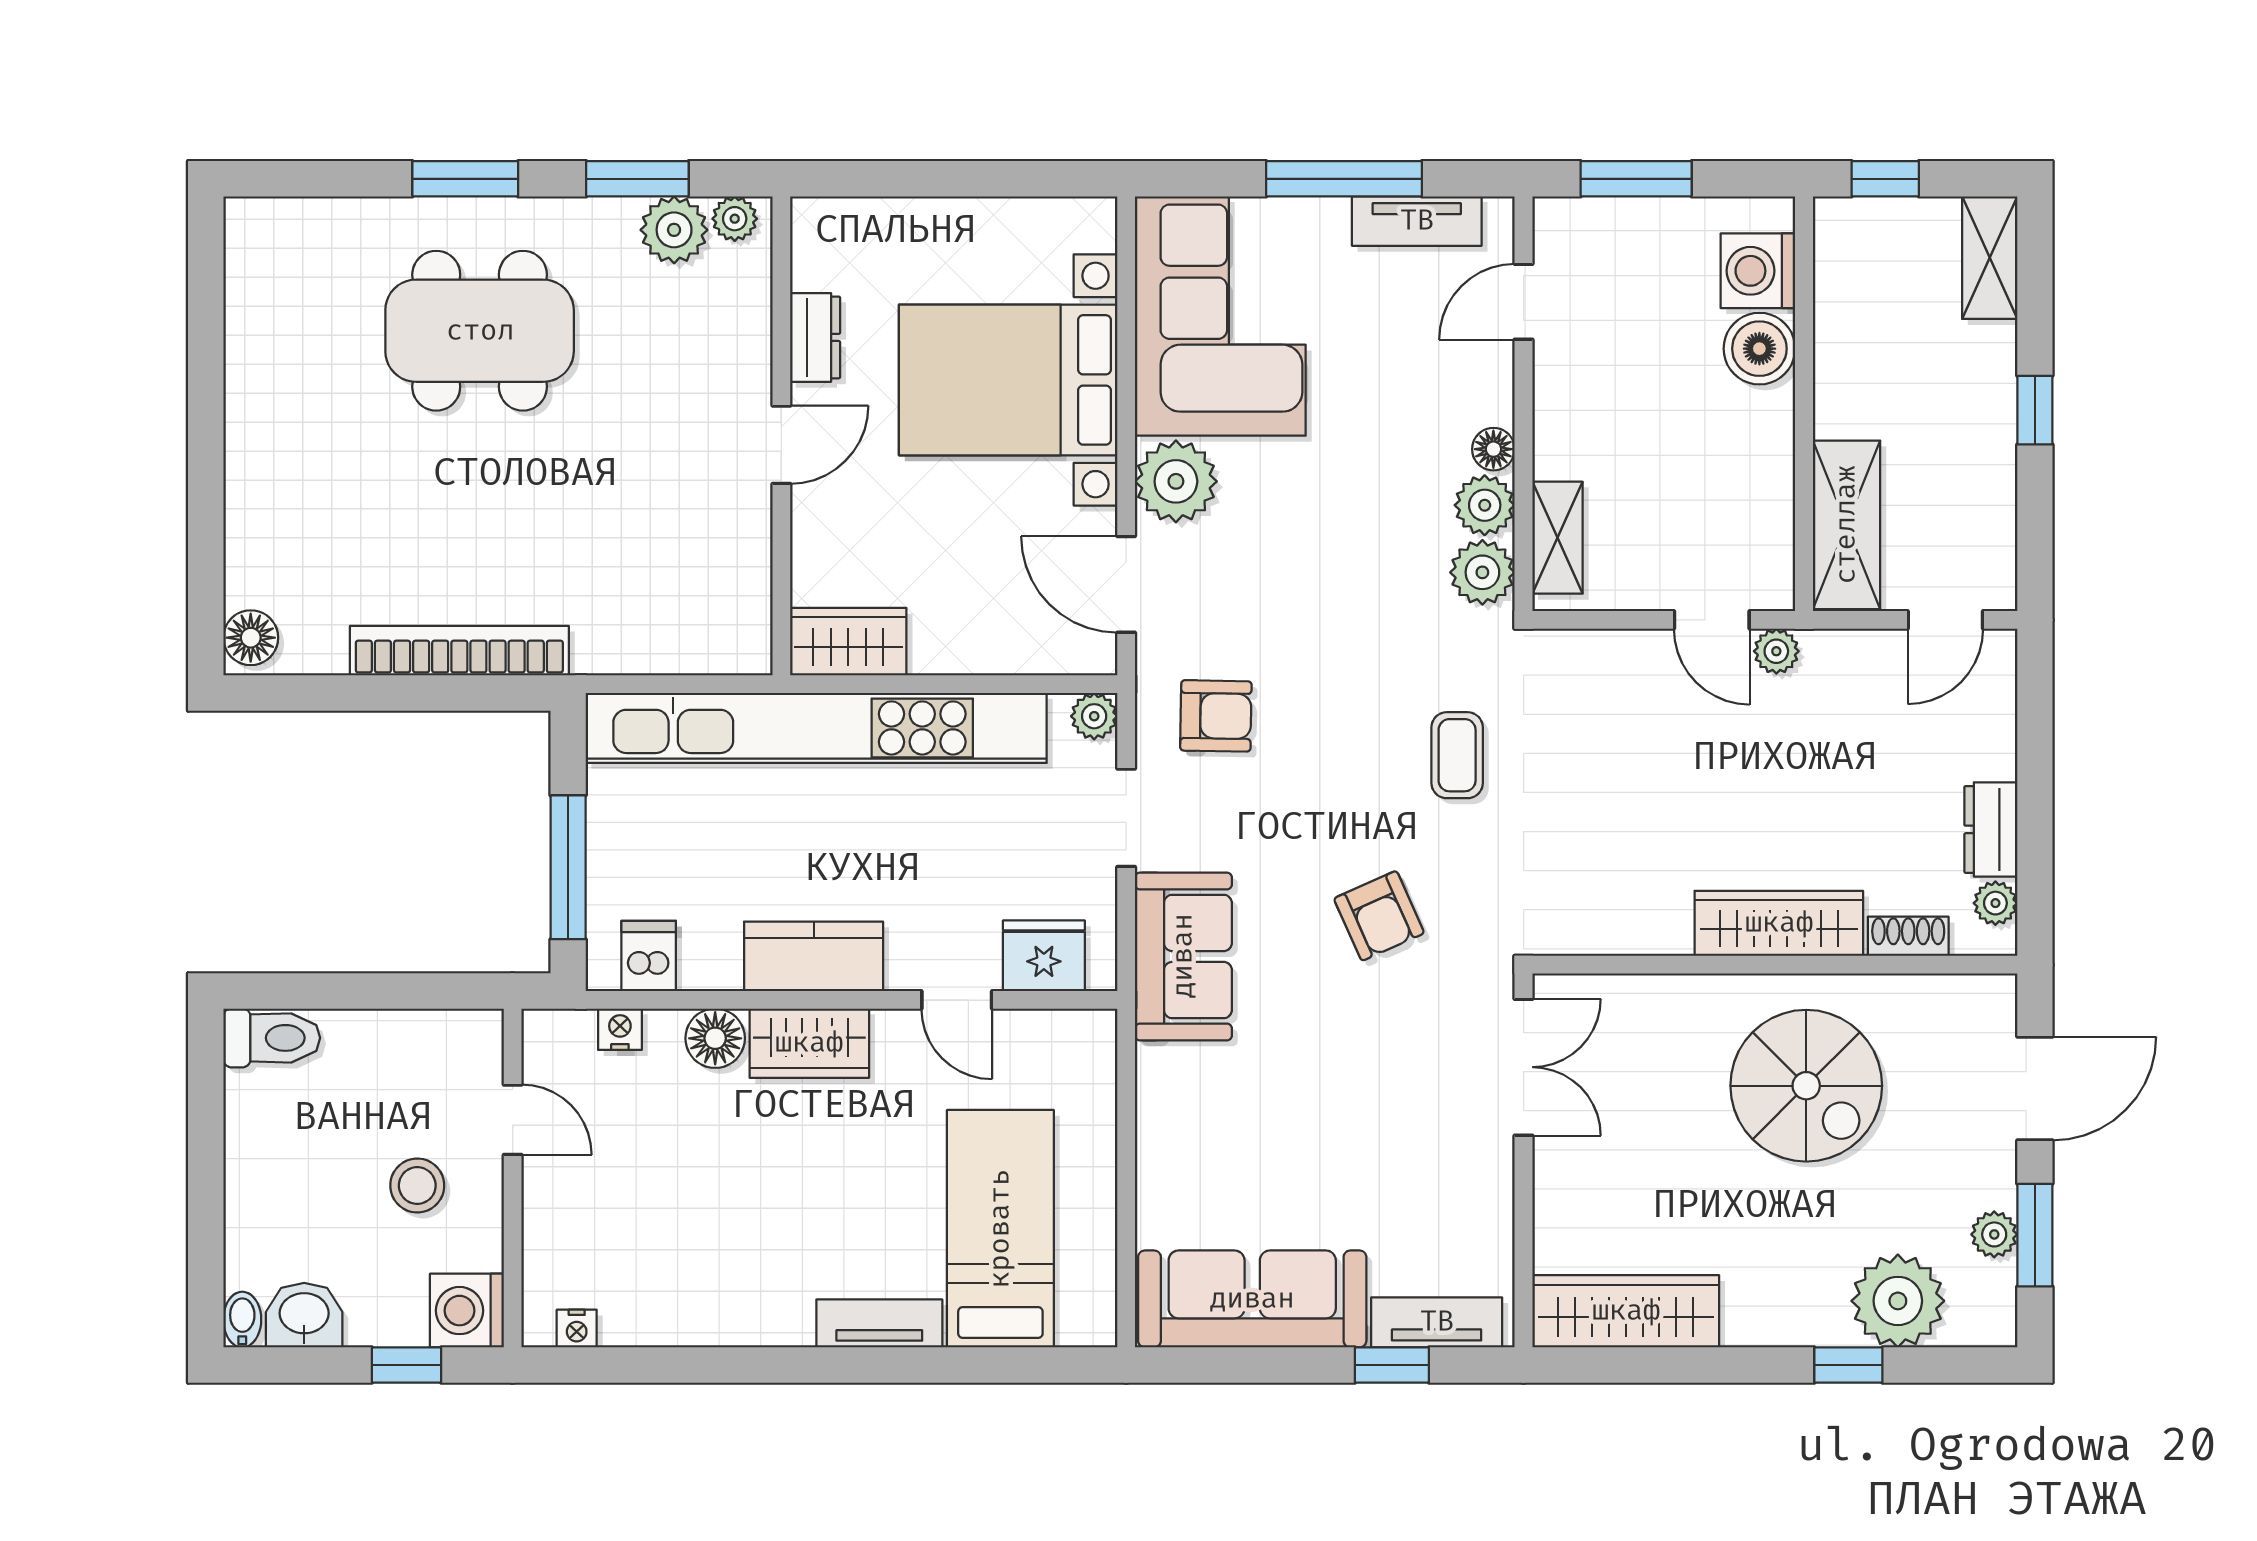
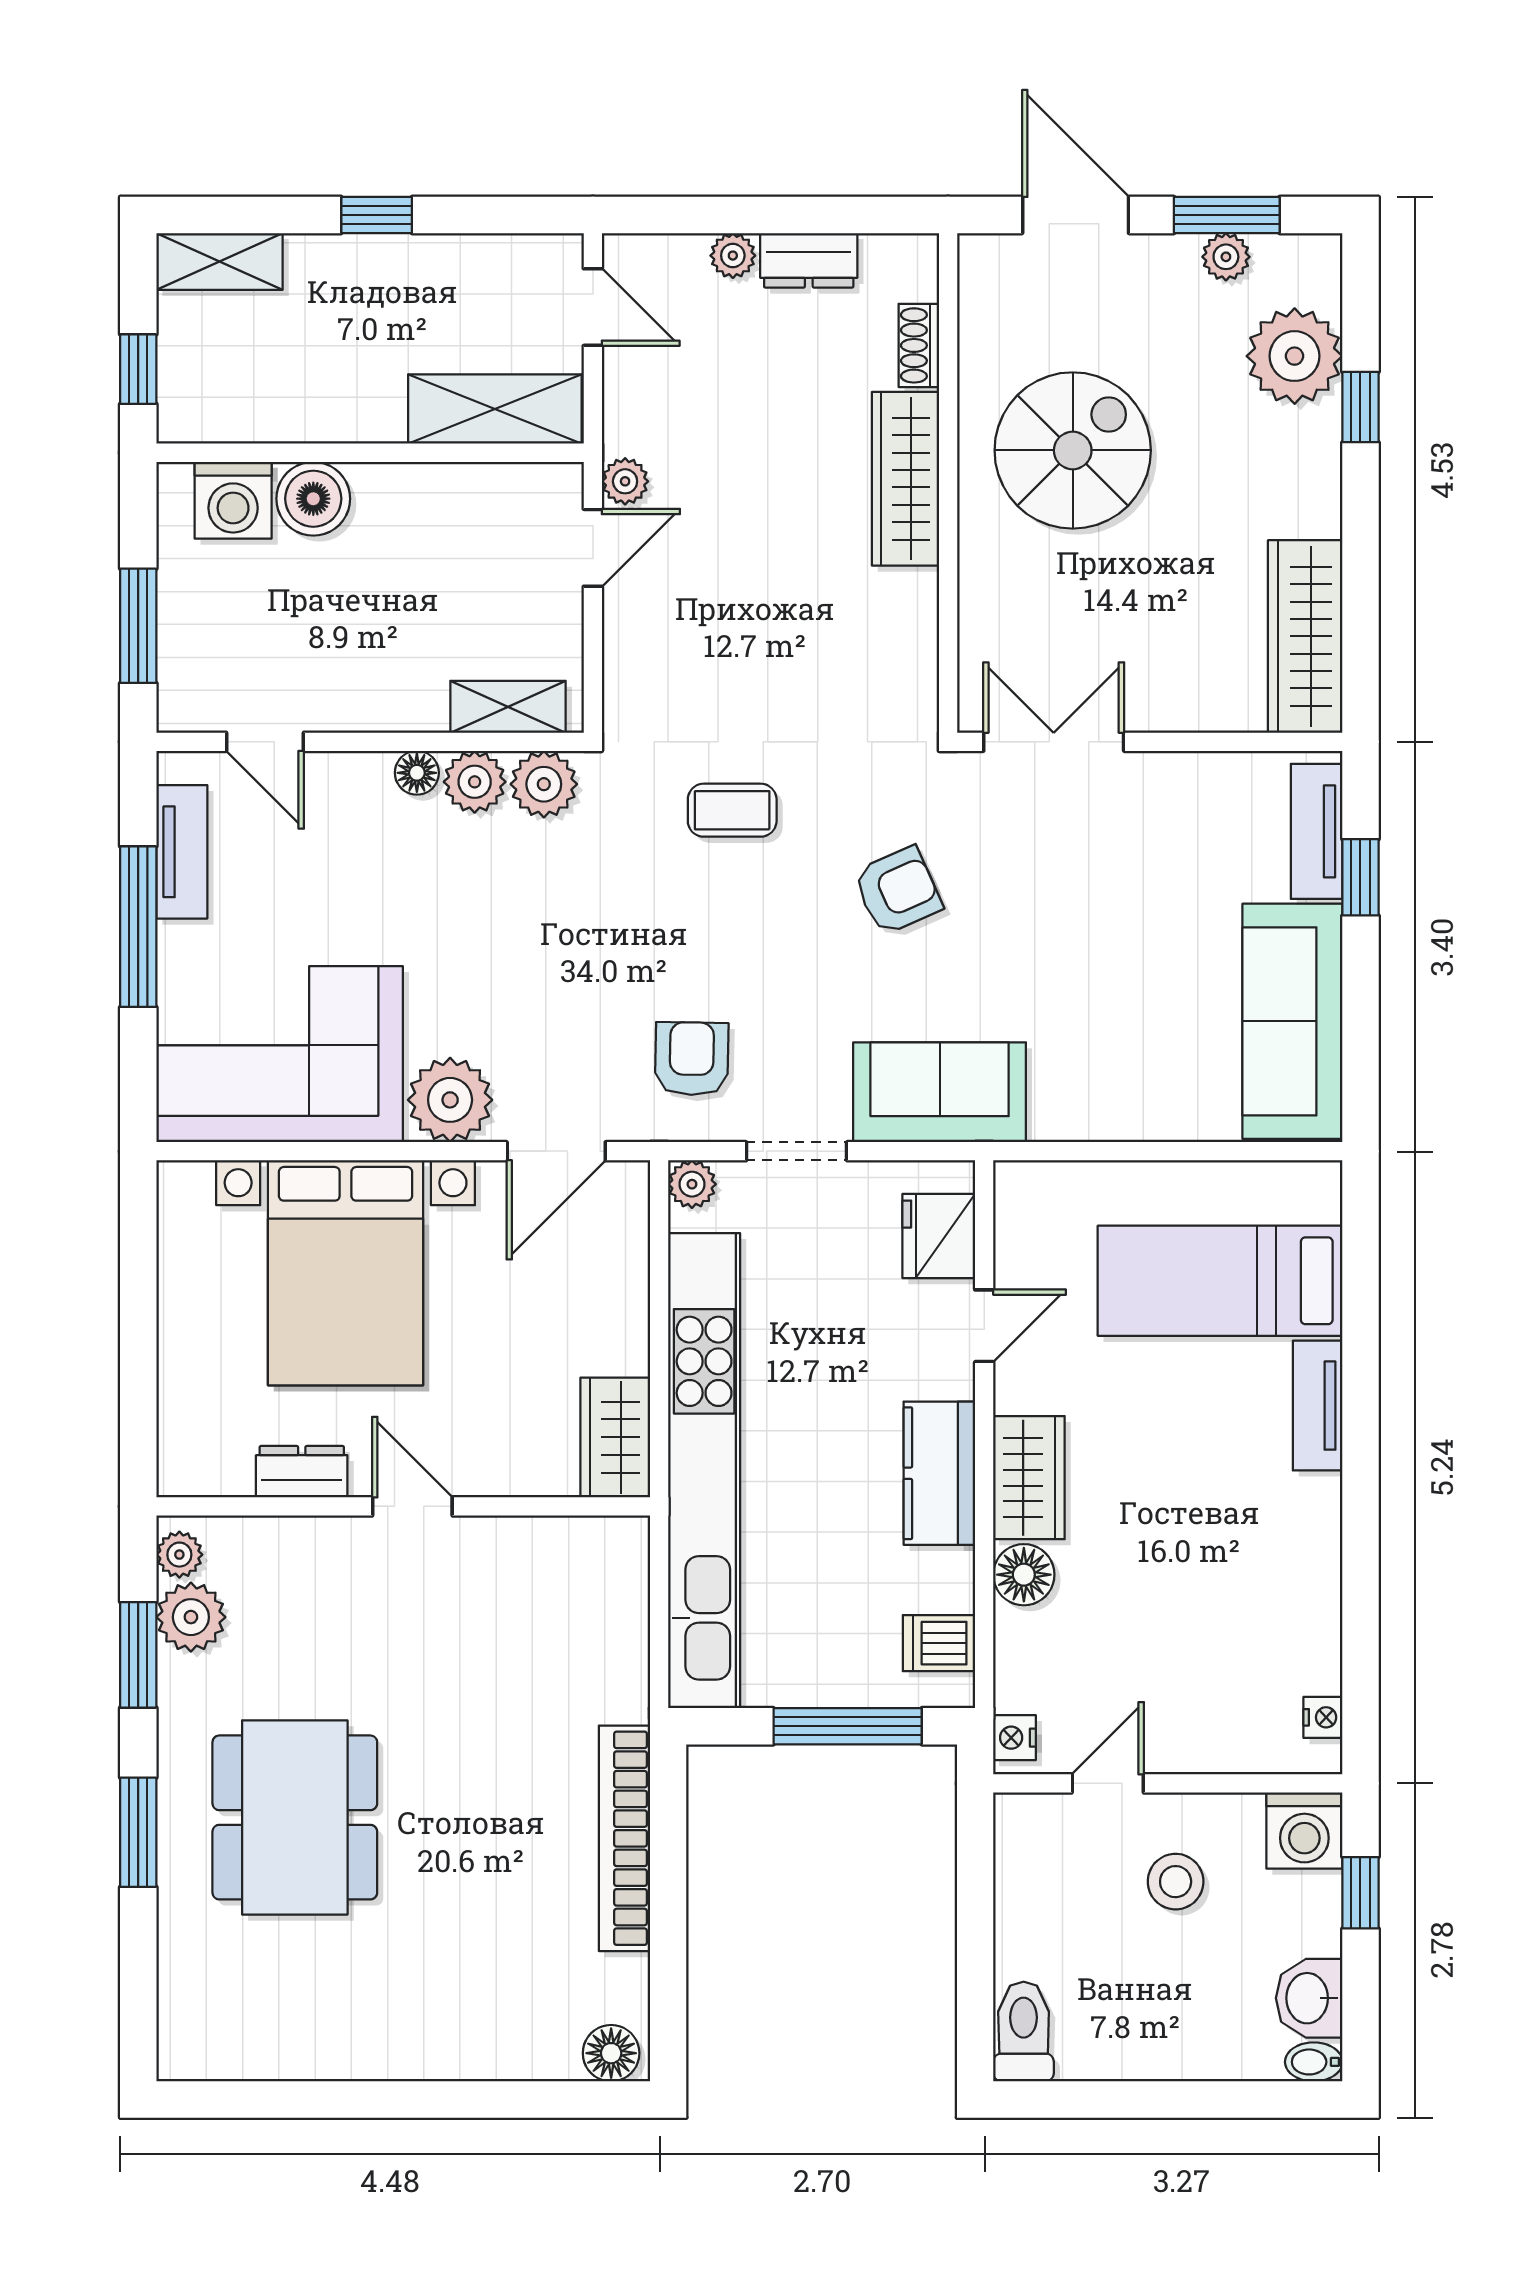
plant: (1995, 903) -> (733, 256), moved
nightstand: (620, 1029) -> (1015, 1738), moved

